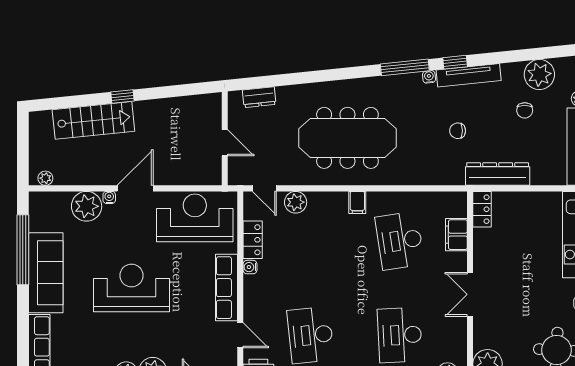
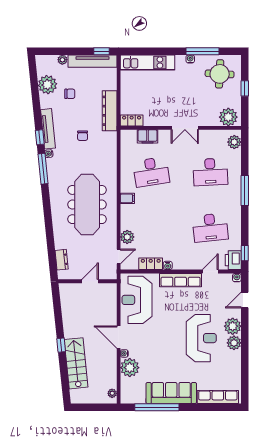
reception desk: (131, 288) -> (201, 338), moved, turned 180

